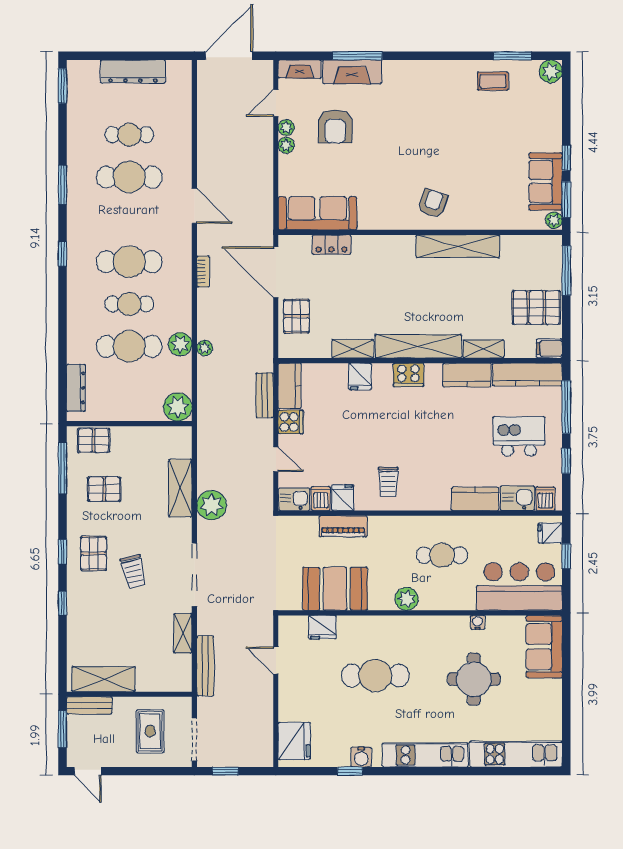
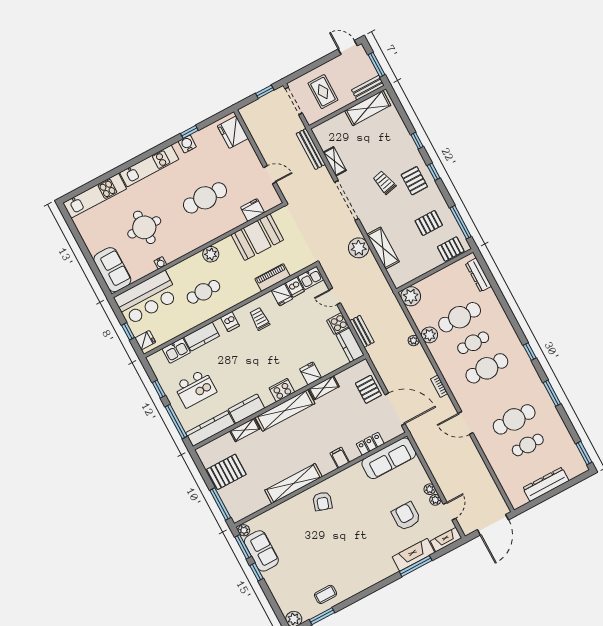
filing cabinet: (549, 348) -> (340, 458), moved, turned -90
dishwasher: (545, 499) -> (230, 322), moved

